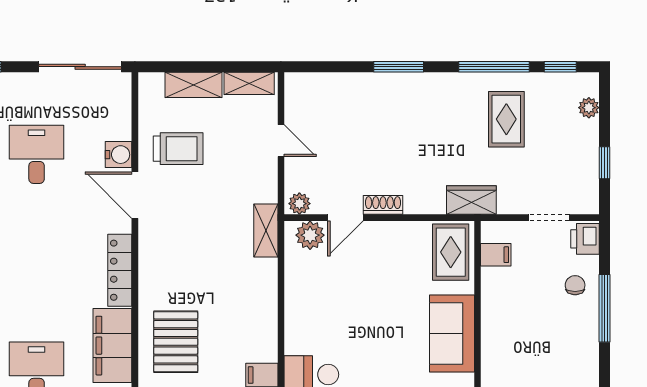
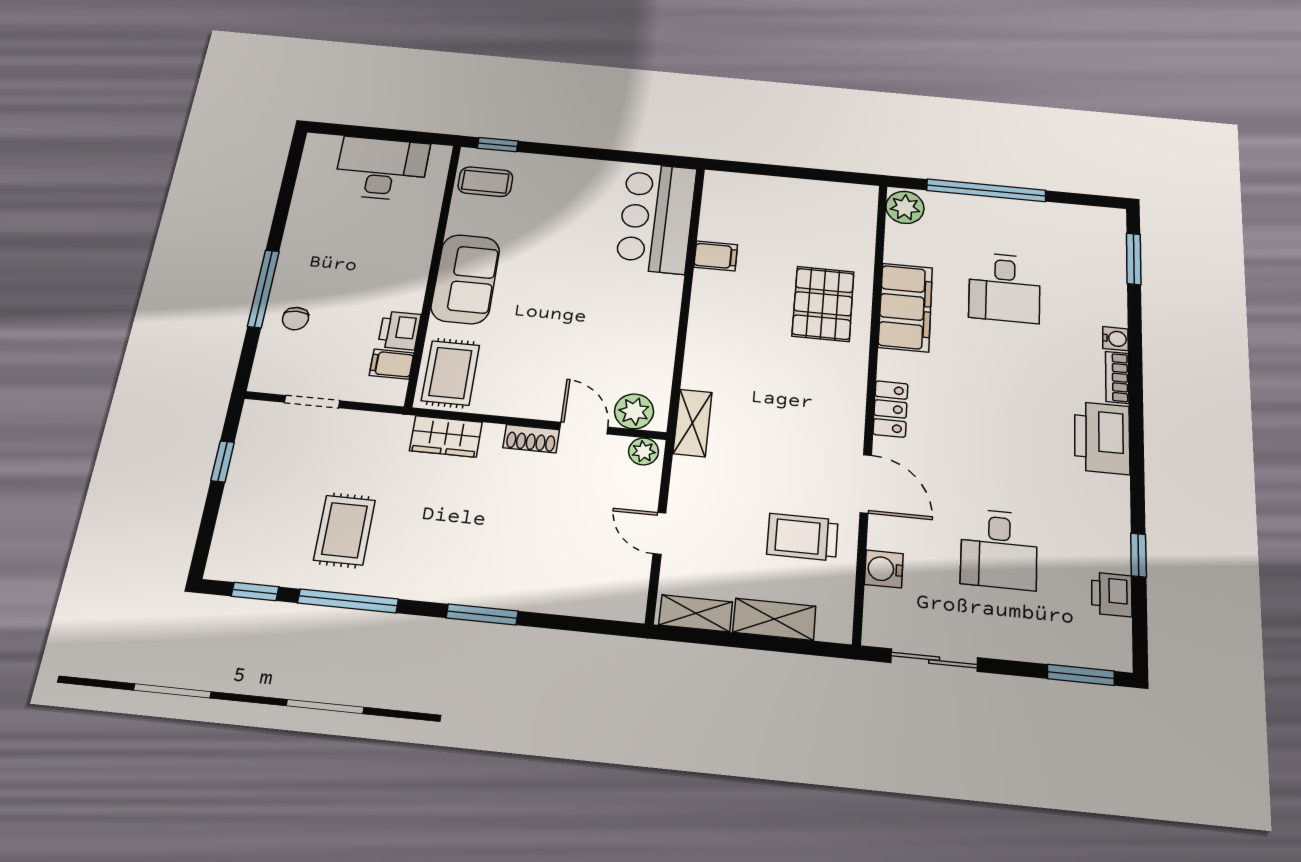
sliding door: (80, 67) -> (934, 660), width x0.73
plant: (589, 108) -> (228, 534), removed
water cooler: (118, 155) -> (884, 569), moved
wardrobe: (471, 200) -> (446, 436), moved
door: (345, 218) -> (584, 428), hinge flipped
printer: (585, 239) -> (399, 330), moved, turned 180
locker: (120, 270) -> (890, 409), width x0.66

